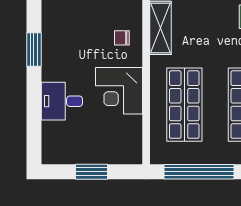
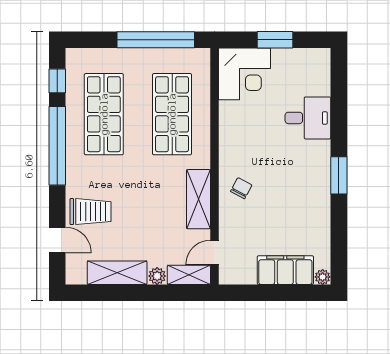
chair: (122, 38) -> (241, 188), turned -62
corner desk: (119, 91) -> (244, 74), moved, turned 90

